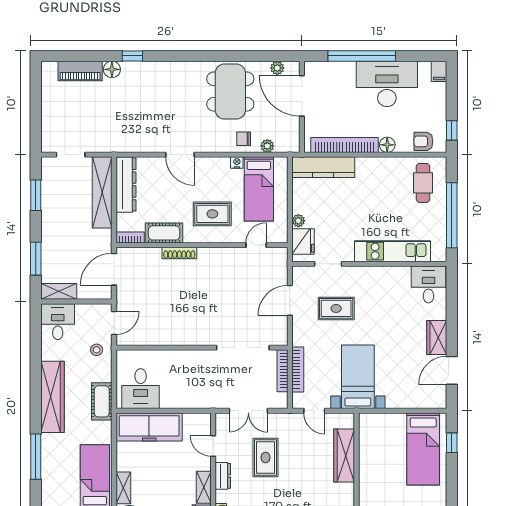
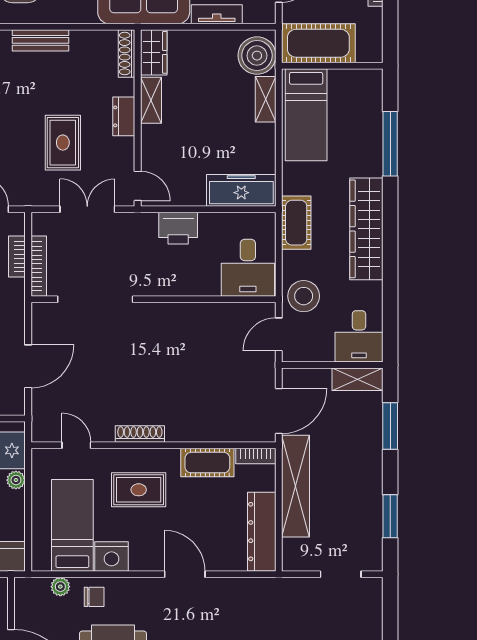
nightstand: (237, 162) -> (111, 556), width x1.89, depth x1.79
shelving: (102, 192) -> (296, 486), moved
door: (256, 245) -> (76, 445), swing flipped
shoe rack: (179, 253) -> (140, 434), moved
stool: (97, 350) -> (304, 296), width x1.89, depth x1.89
bookcase: (298, 369) -> (17, 256), width x0.64
desk: (141, 389) -> (248, 268), moved, turned 180
printer: (185, 397) -> (178, 228), added
freezer: (149, 427) -> (241, 190), width x0.73, depth x0.79
door: (213, 446) -> (138, 186), moved

